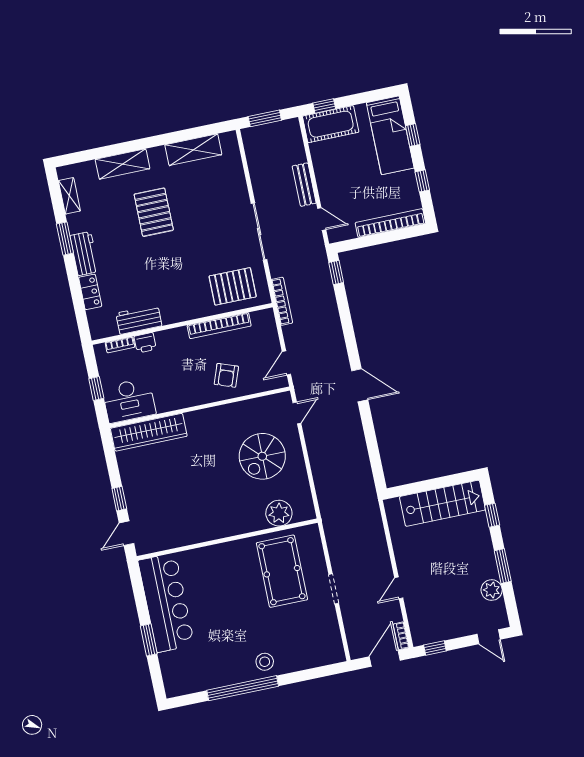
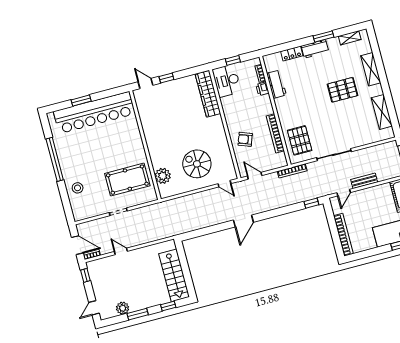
window: (422, 181) -> (370, 253), removed
bar counter: (166, 603) -> (94, 113), width x1.36
stool: (265, 662) -> (78, 188), moved

